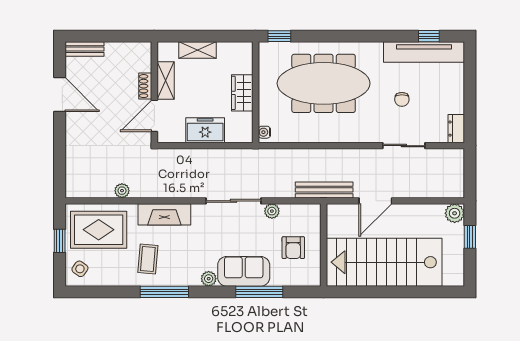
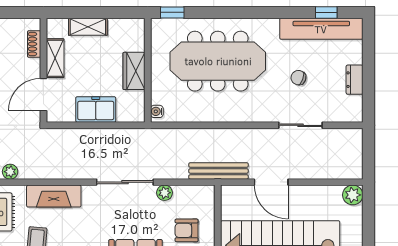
shoe rack: (145, 86) -> (34, 44), moved
chair: (402, 99) -> (298, 78), turned 110
dresser: (456, 129) -> (354, 80), moved
door: (375, 201) -> (271, 182), hinge flipped
window: (470, 237) -> (368, 219), removed
armchair: (293, 248) -> (187, 230), turned 90

